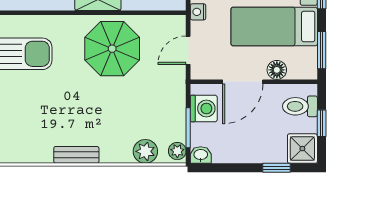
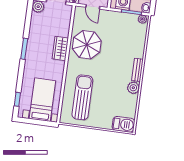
plant: (145, 151) -> (133, 88), moved

